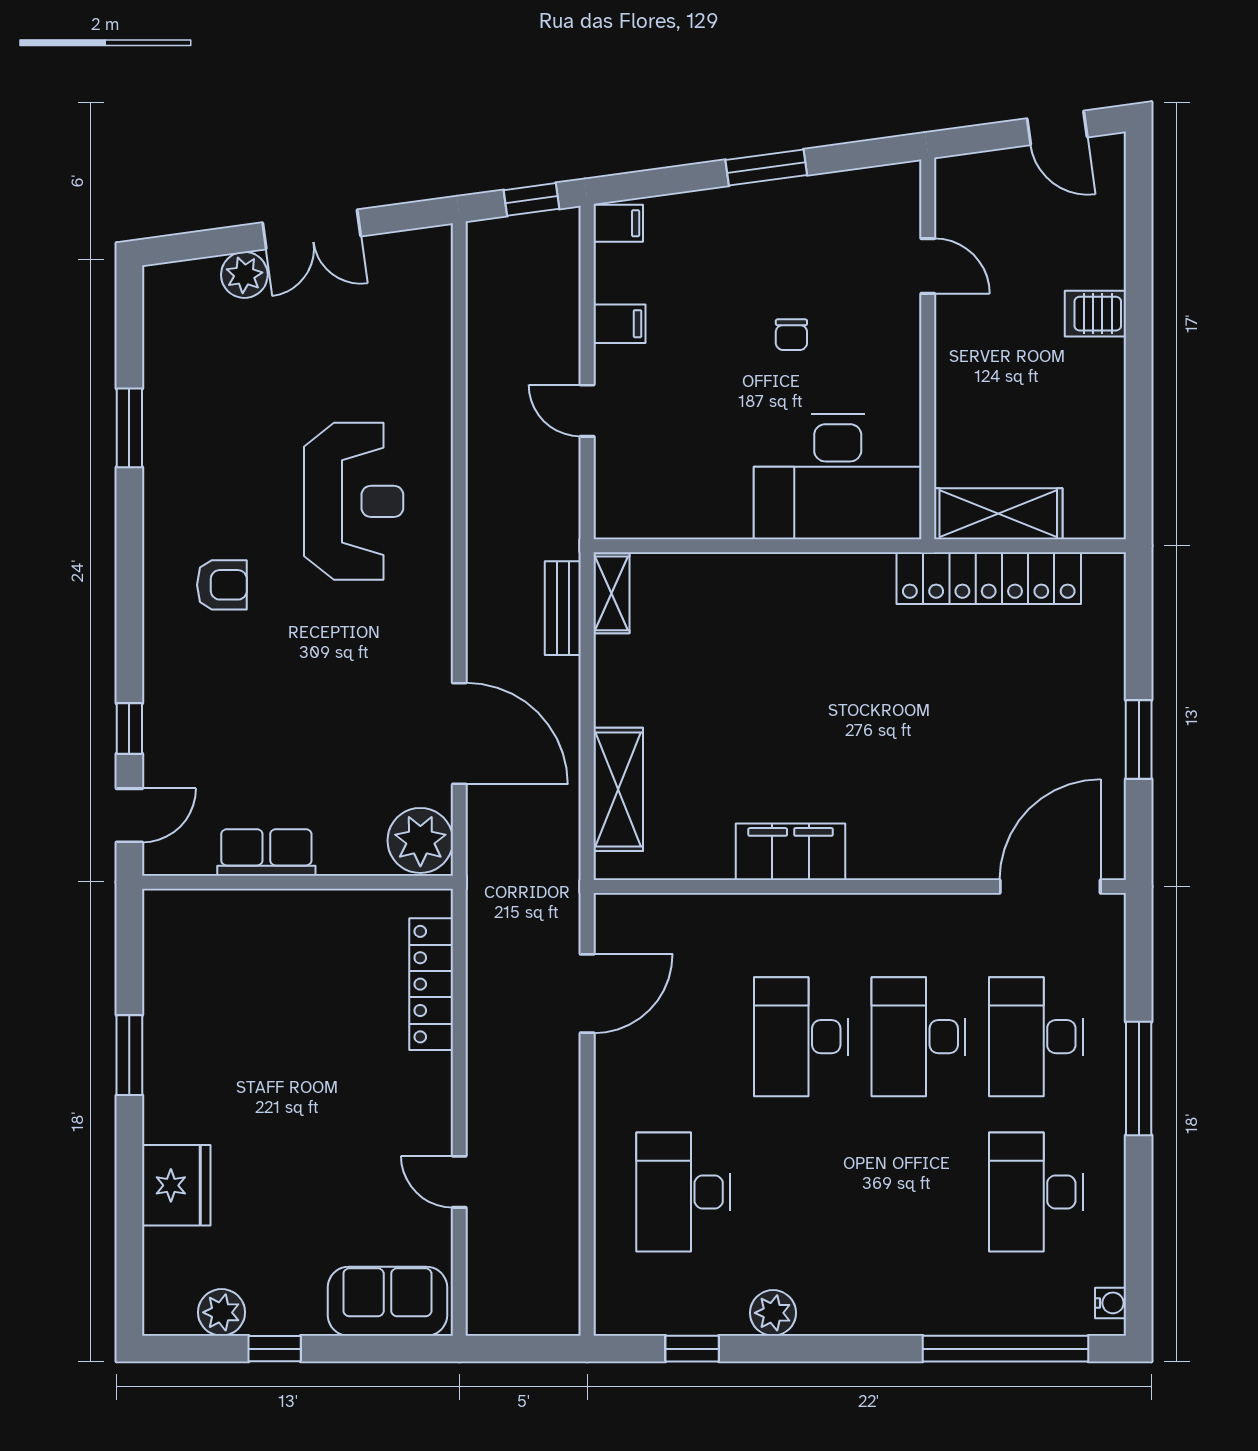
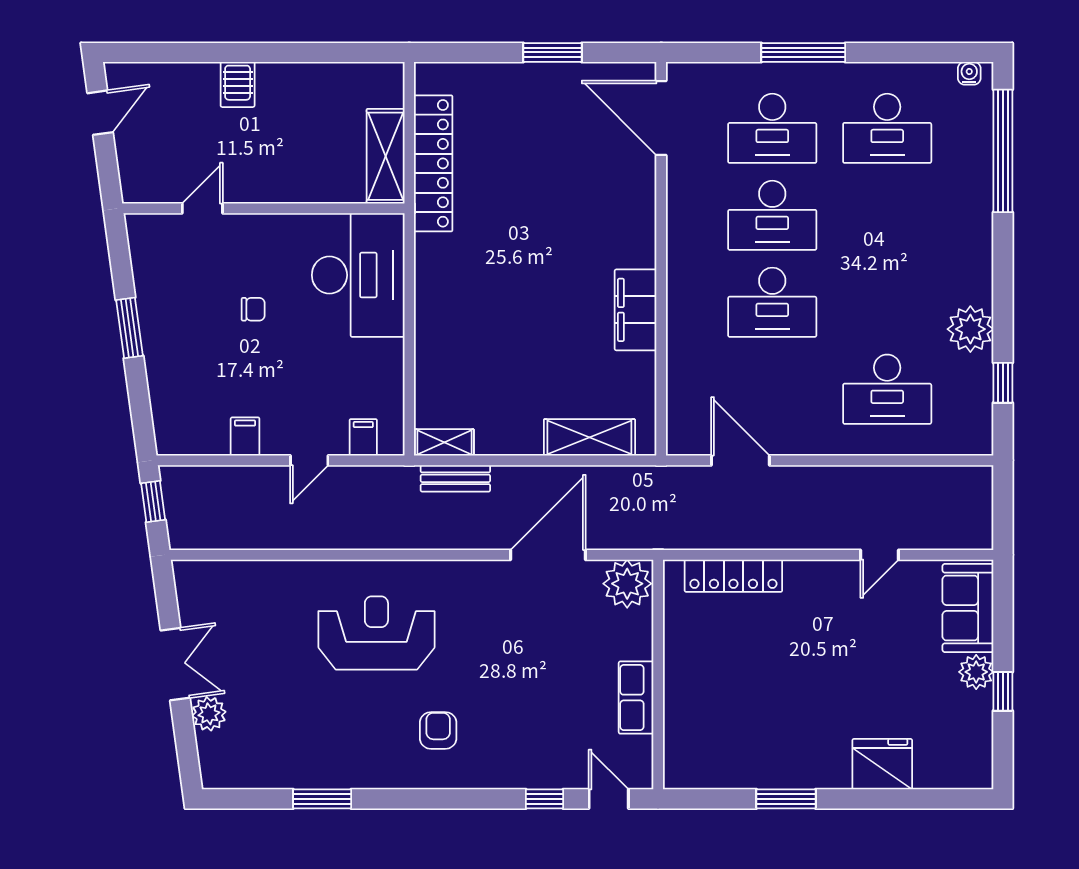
filing cabinet: (618, 223) -> (363, 437), moved
plant: (222, 1312) -> (976, 672), moved
plant: (773, 1313) -> (970, 329), width x1.36, depth x1.36

